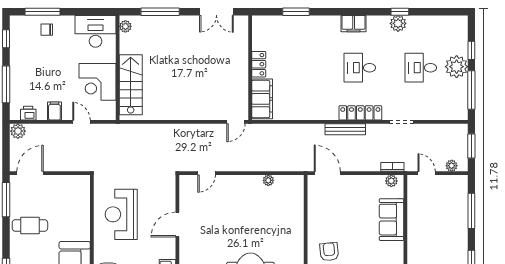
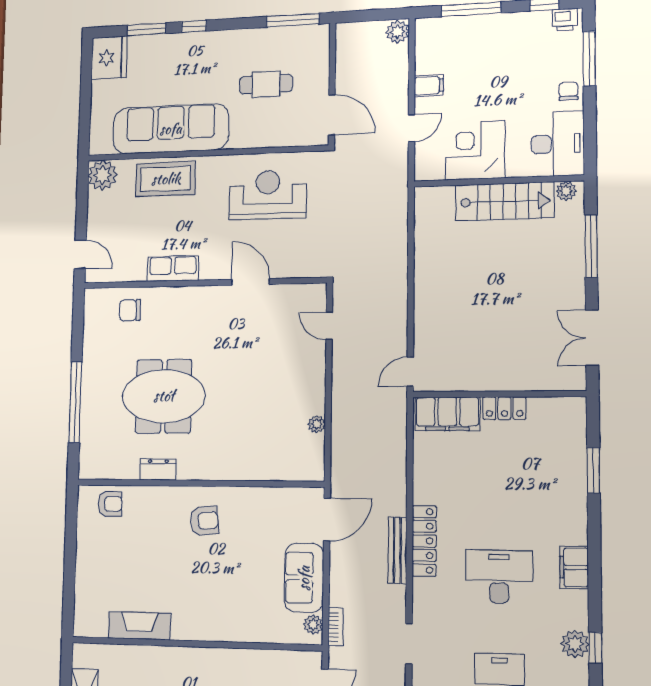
chair: (47, 30) -> (569, 91), moved
desk: (360, 68) -> (499, 577), width x1.37
stairs: (131, 85) -> (505, 201), moved
printer: (28, 113) -> (565, 20), moved, turned 90
locker: (360, 113) -> (424, 541), moved
door: (236, 122) -> (410, 372), hinge flipped
door: (30, 173) -> (332, 115), moved
sofa: (392, 220) -> (304, 578), moved, turned -90
cafe table: (30, 225) -> (266, 84), moved, turned 90

